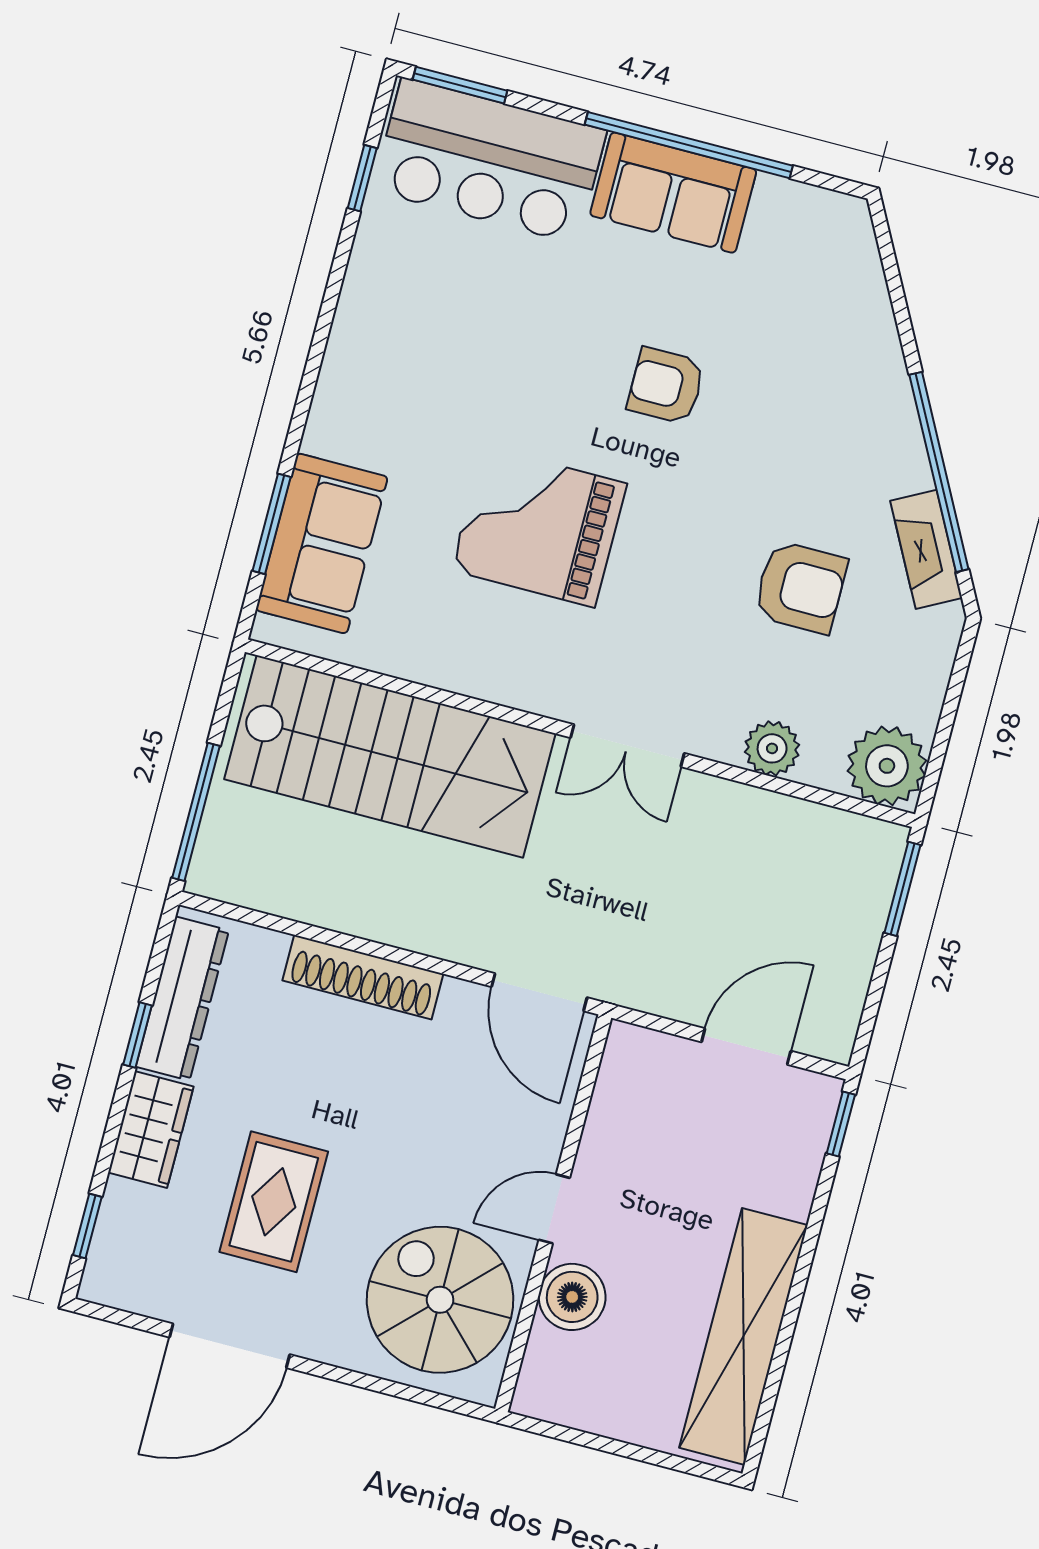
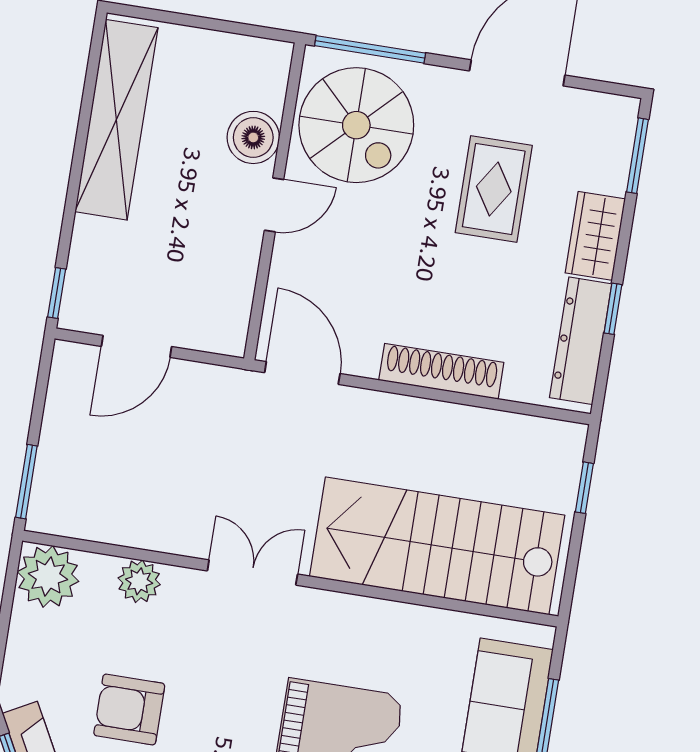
window: (196, 812) -> (584, 488), width x0.46
window: (87, 1226) -> (637, 156), width x1.50
window: (413, 1394) -> (370, 49), added

